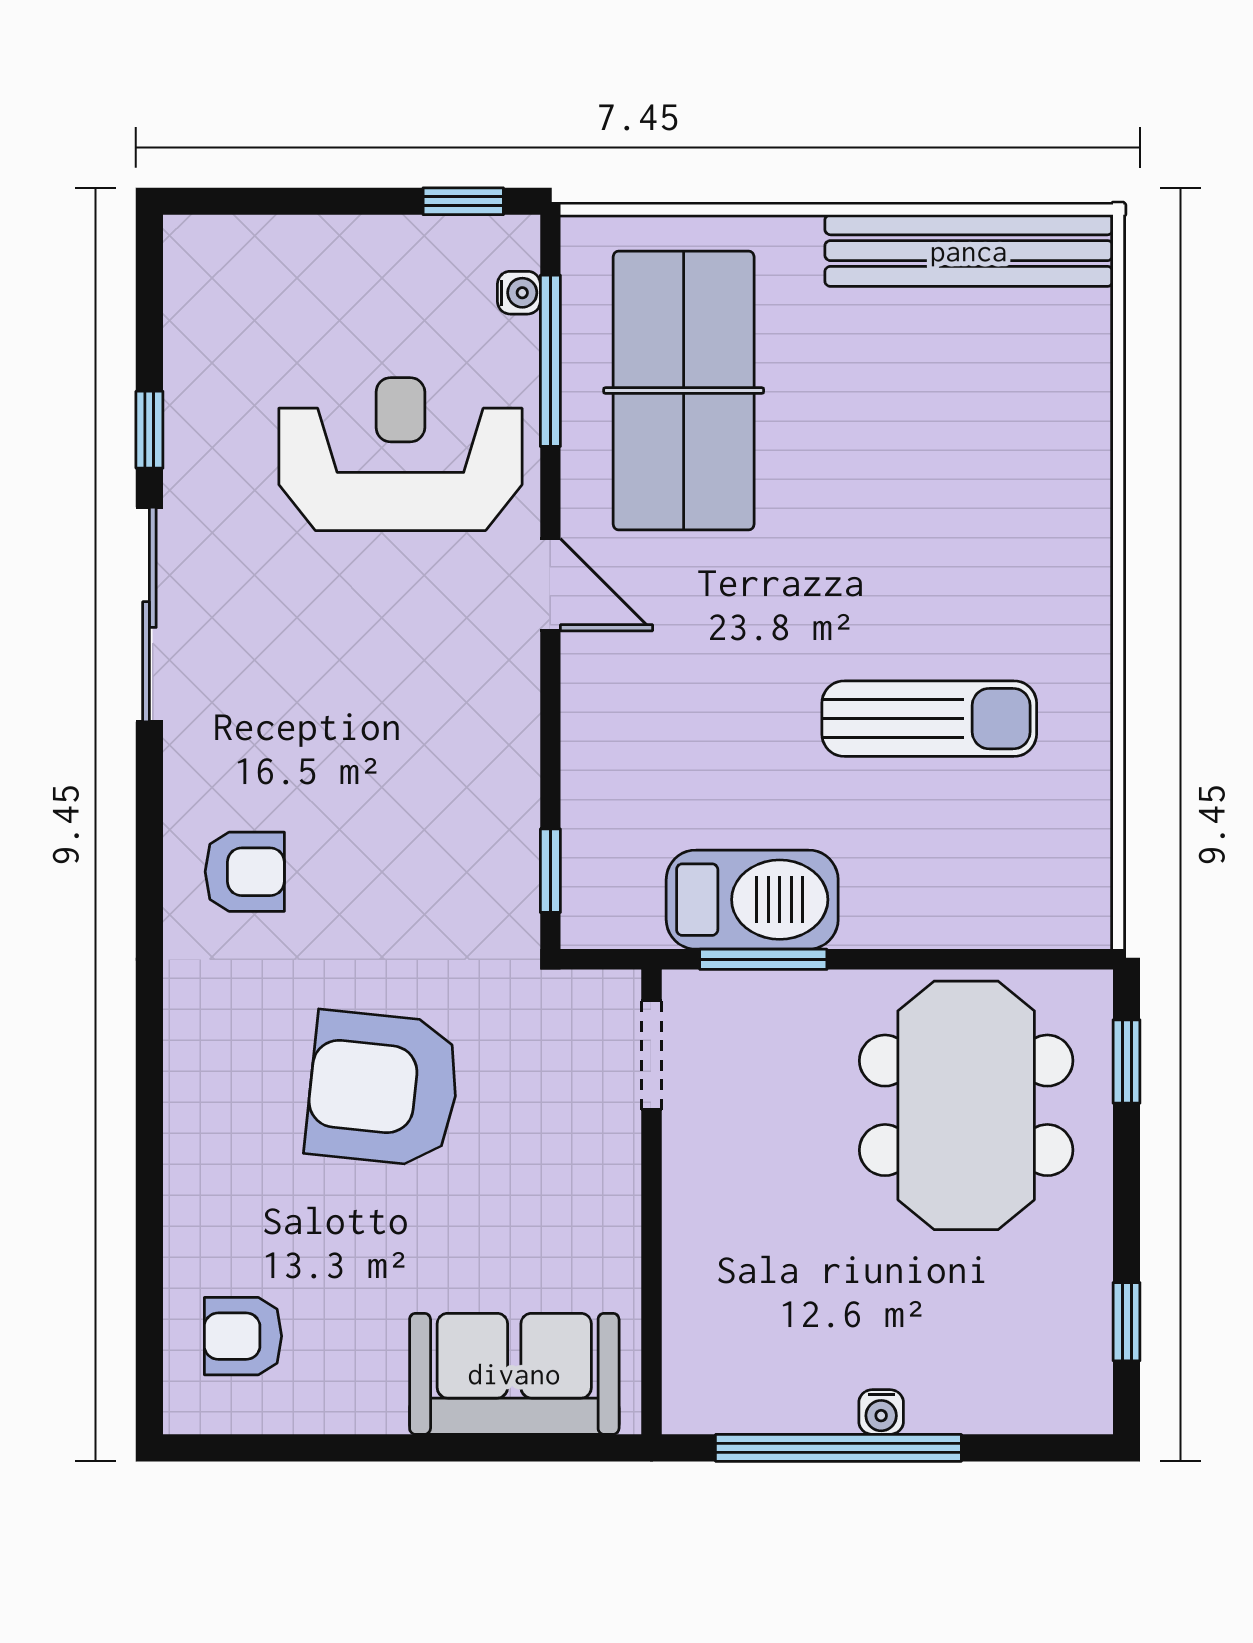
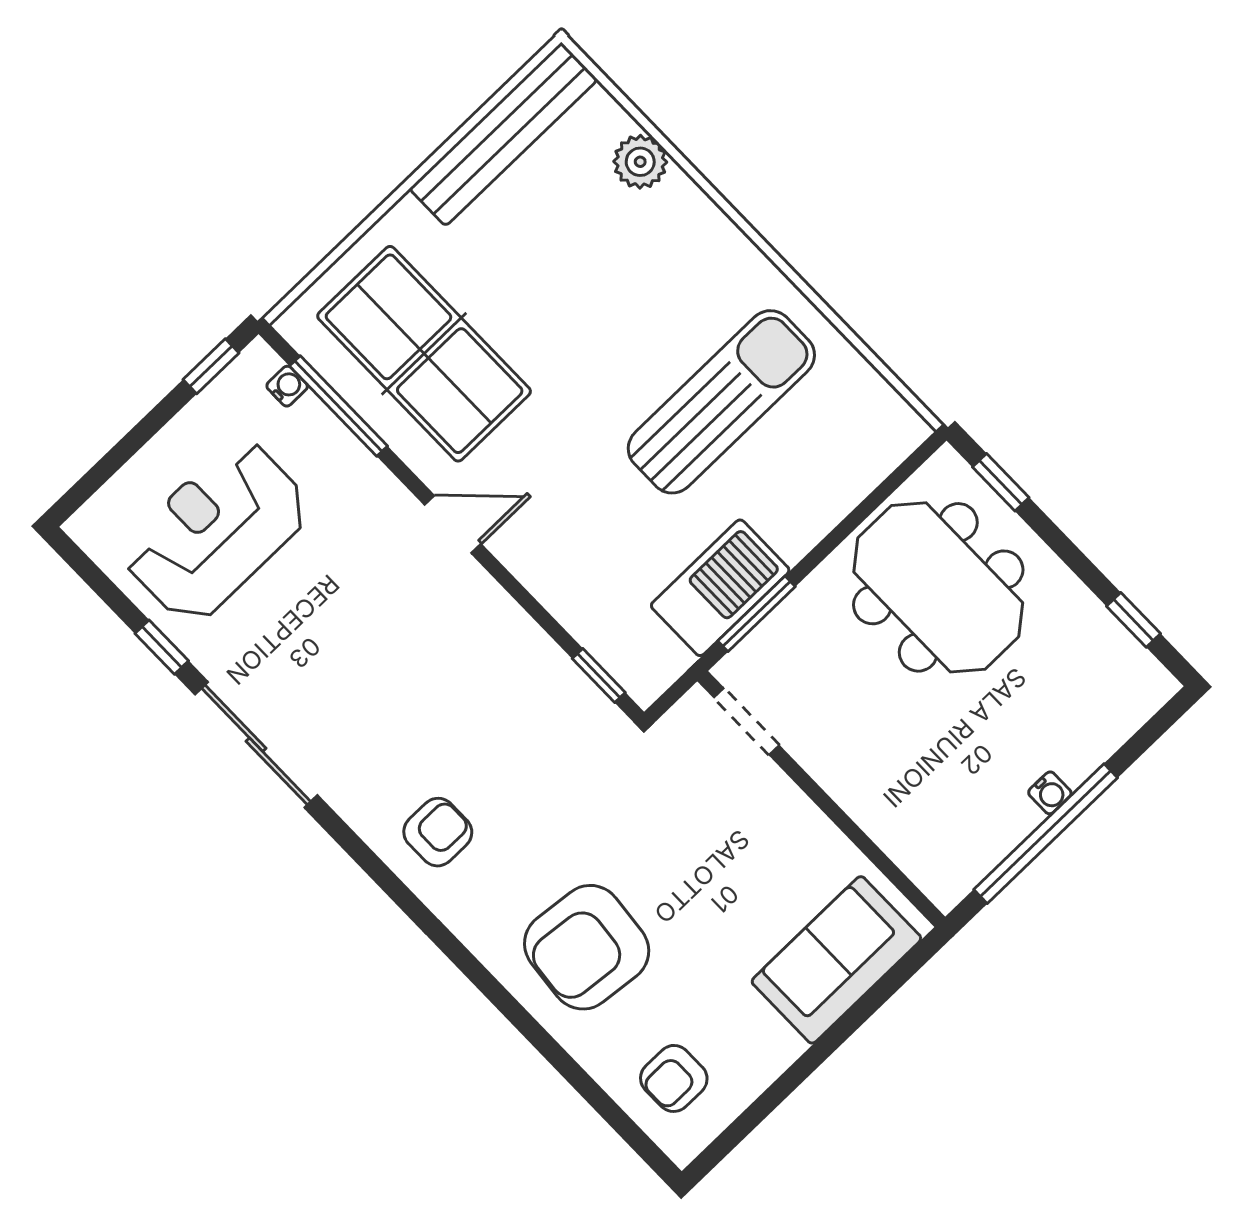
plant: (1077, 407) -> (640, 162), added
reception desk: (400, 454) -> (216, 531), moved
sun lounger: (929, 719) -> (721, 402), width x1.36, depth x1.34
armchair: (383, 1089) -> (587, 947), moved

